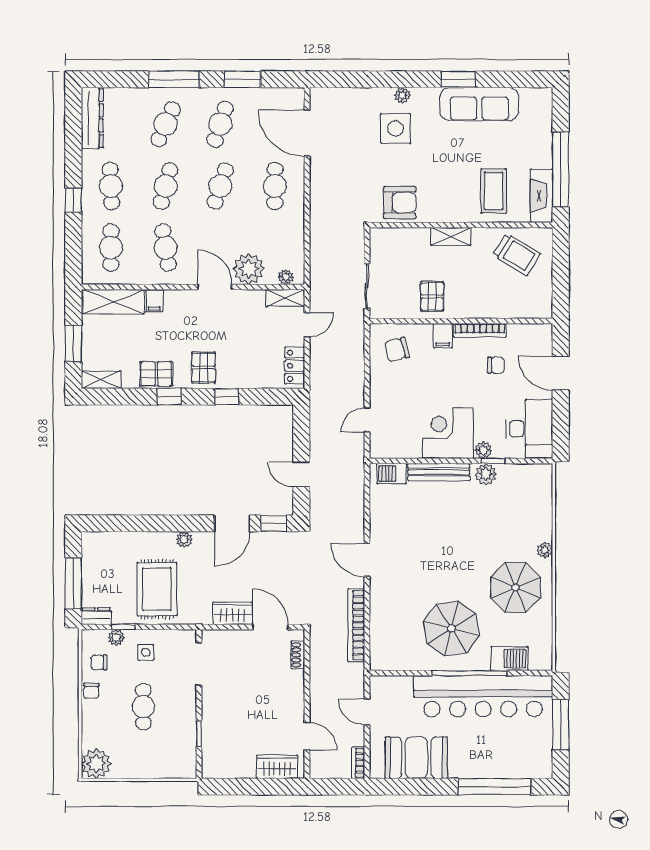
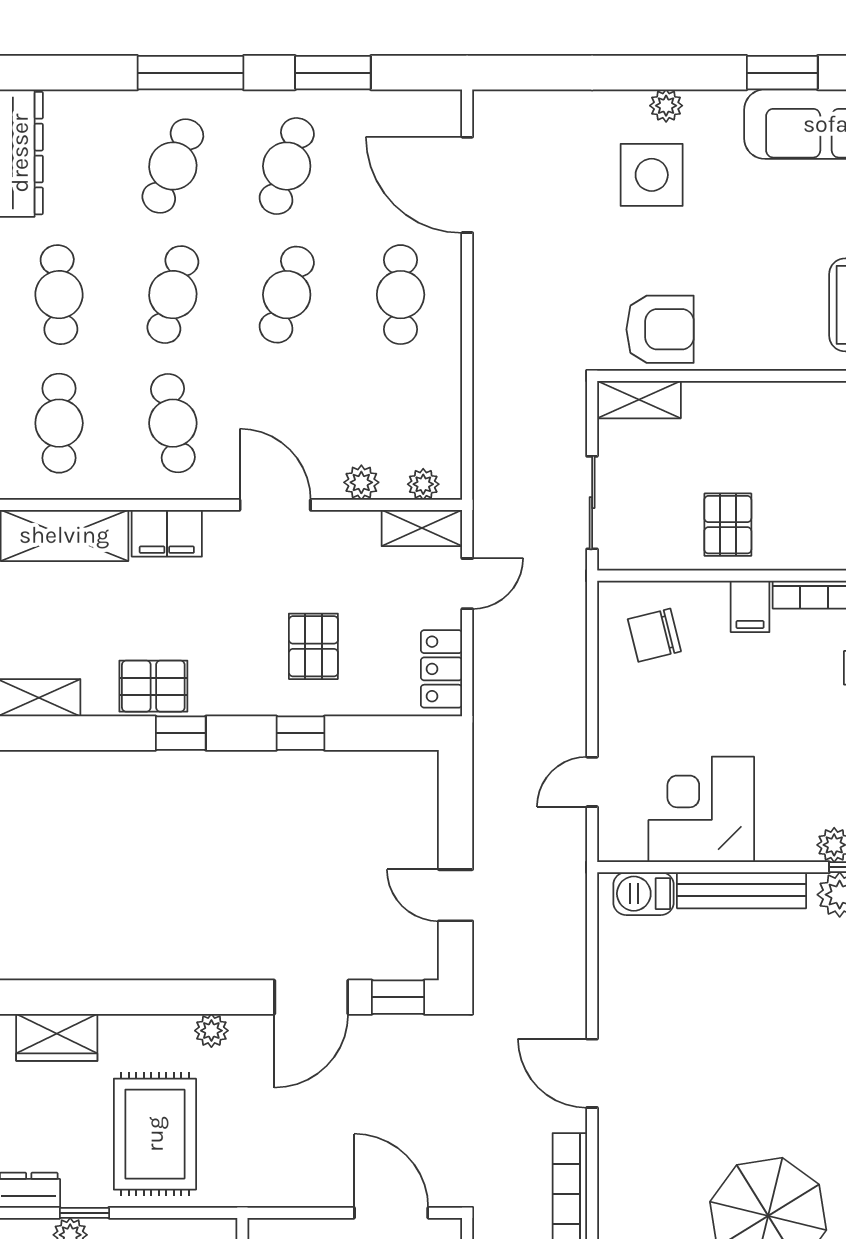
shelving: (451, 236) -> (639, 400), moved
plant: (249, 269) -> (361, 482), width x0.53, depth x0.53
filing cabinet: (154, 301) -> (167, 533), width x2.00
pallet: (204, 368) -> (313, 646), moved
corner desk: (448, 433) -> (701, 809), moved
wardrobe: (233, 613) -> (57, 1037), moved, turned 180

